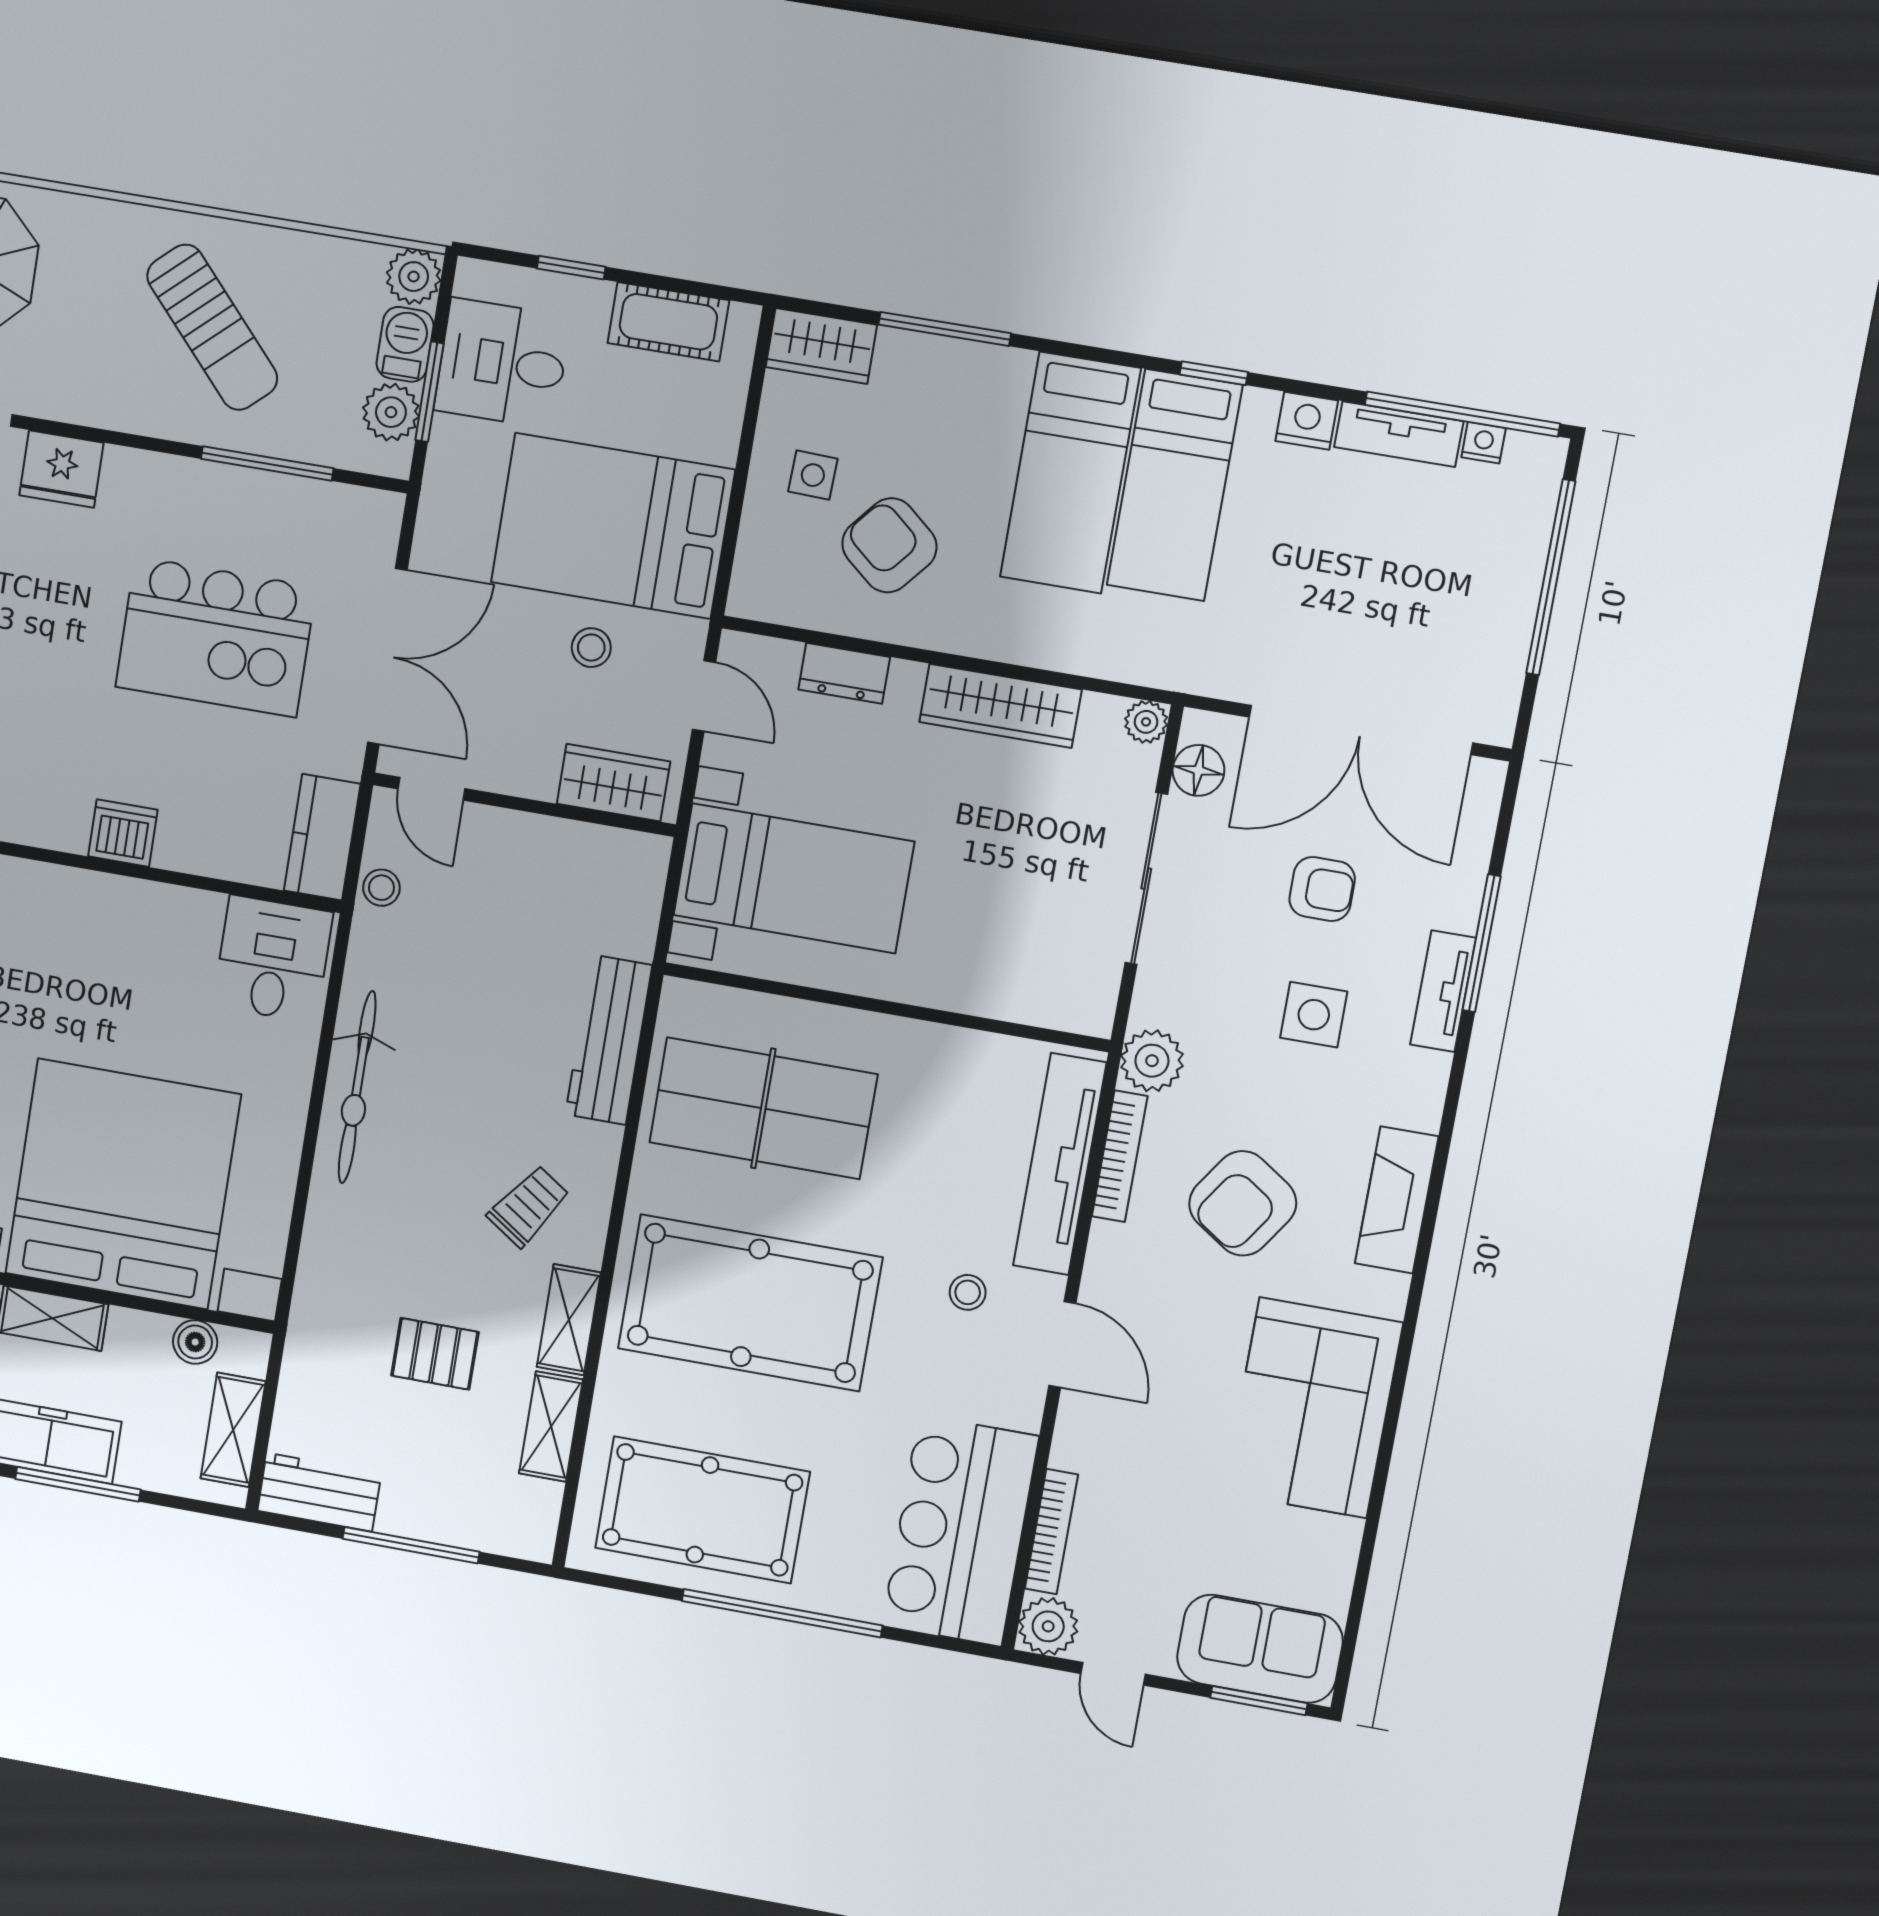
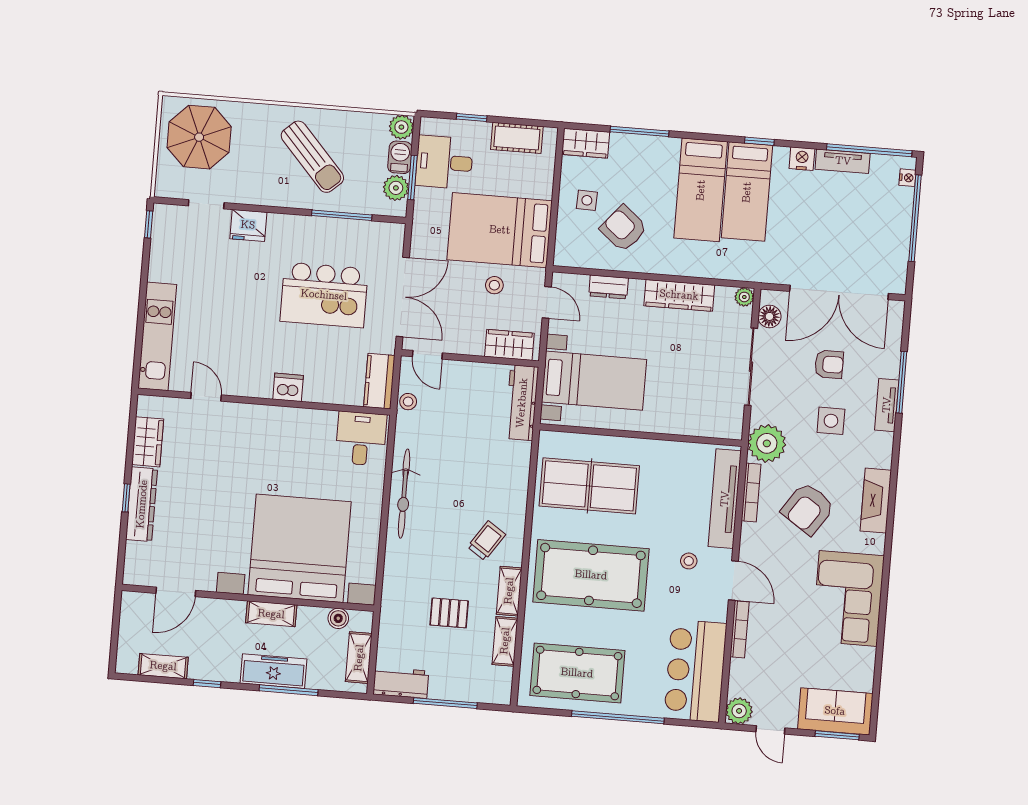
nightstand: (1483, 443) -> (907, 178), moved, turned 90
workbench: (609, 1040) -> (522, 403), moved
plant: (1152, 1061) -> (767, 443), width x1.36, depth x1.36
bookcase: (1051, 1532) -> (740, 629), moved

